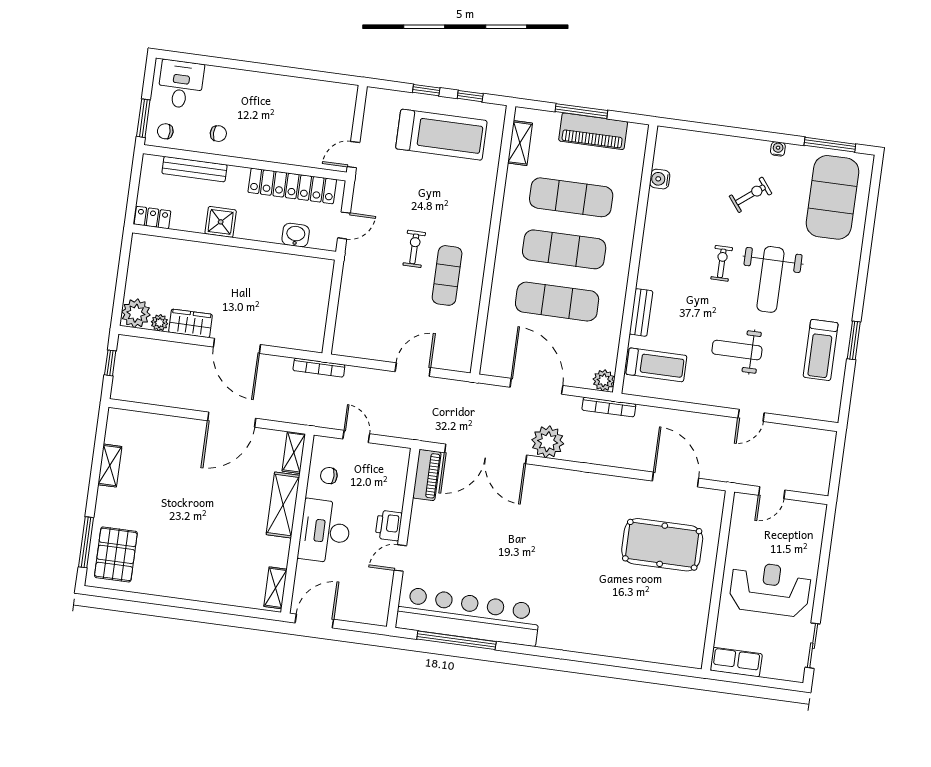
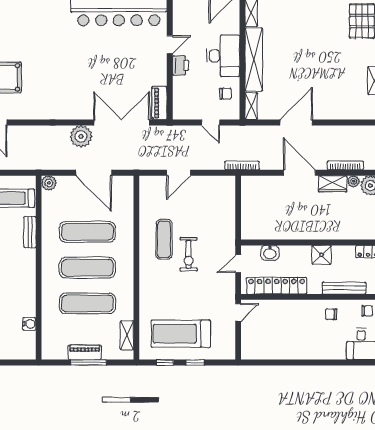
piano: (593, 131) -> (85, 352), width x0.73, depth x0.75
exercise bike: (414, 249) -> (189, 254), width x1.38, depth x1.39
bookcase: (609, 407) -> (345, 165), moved
shelving: (283, 505) -> (254, 60), width x1.47

